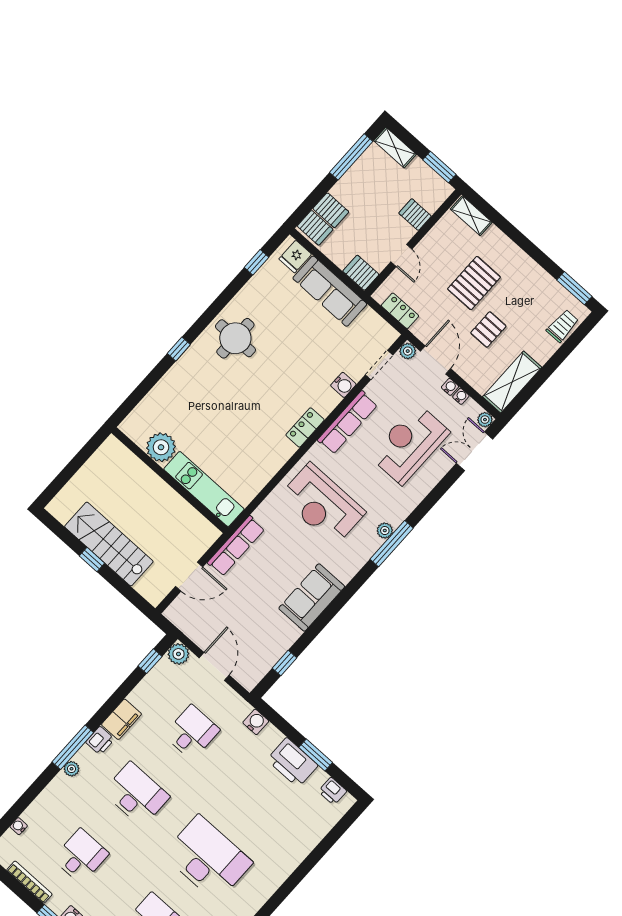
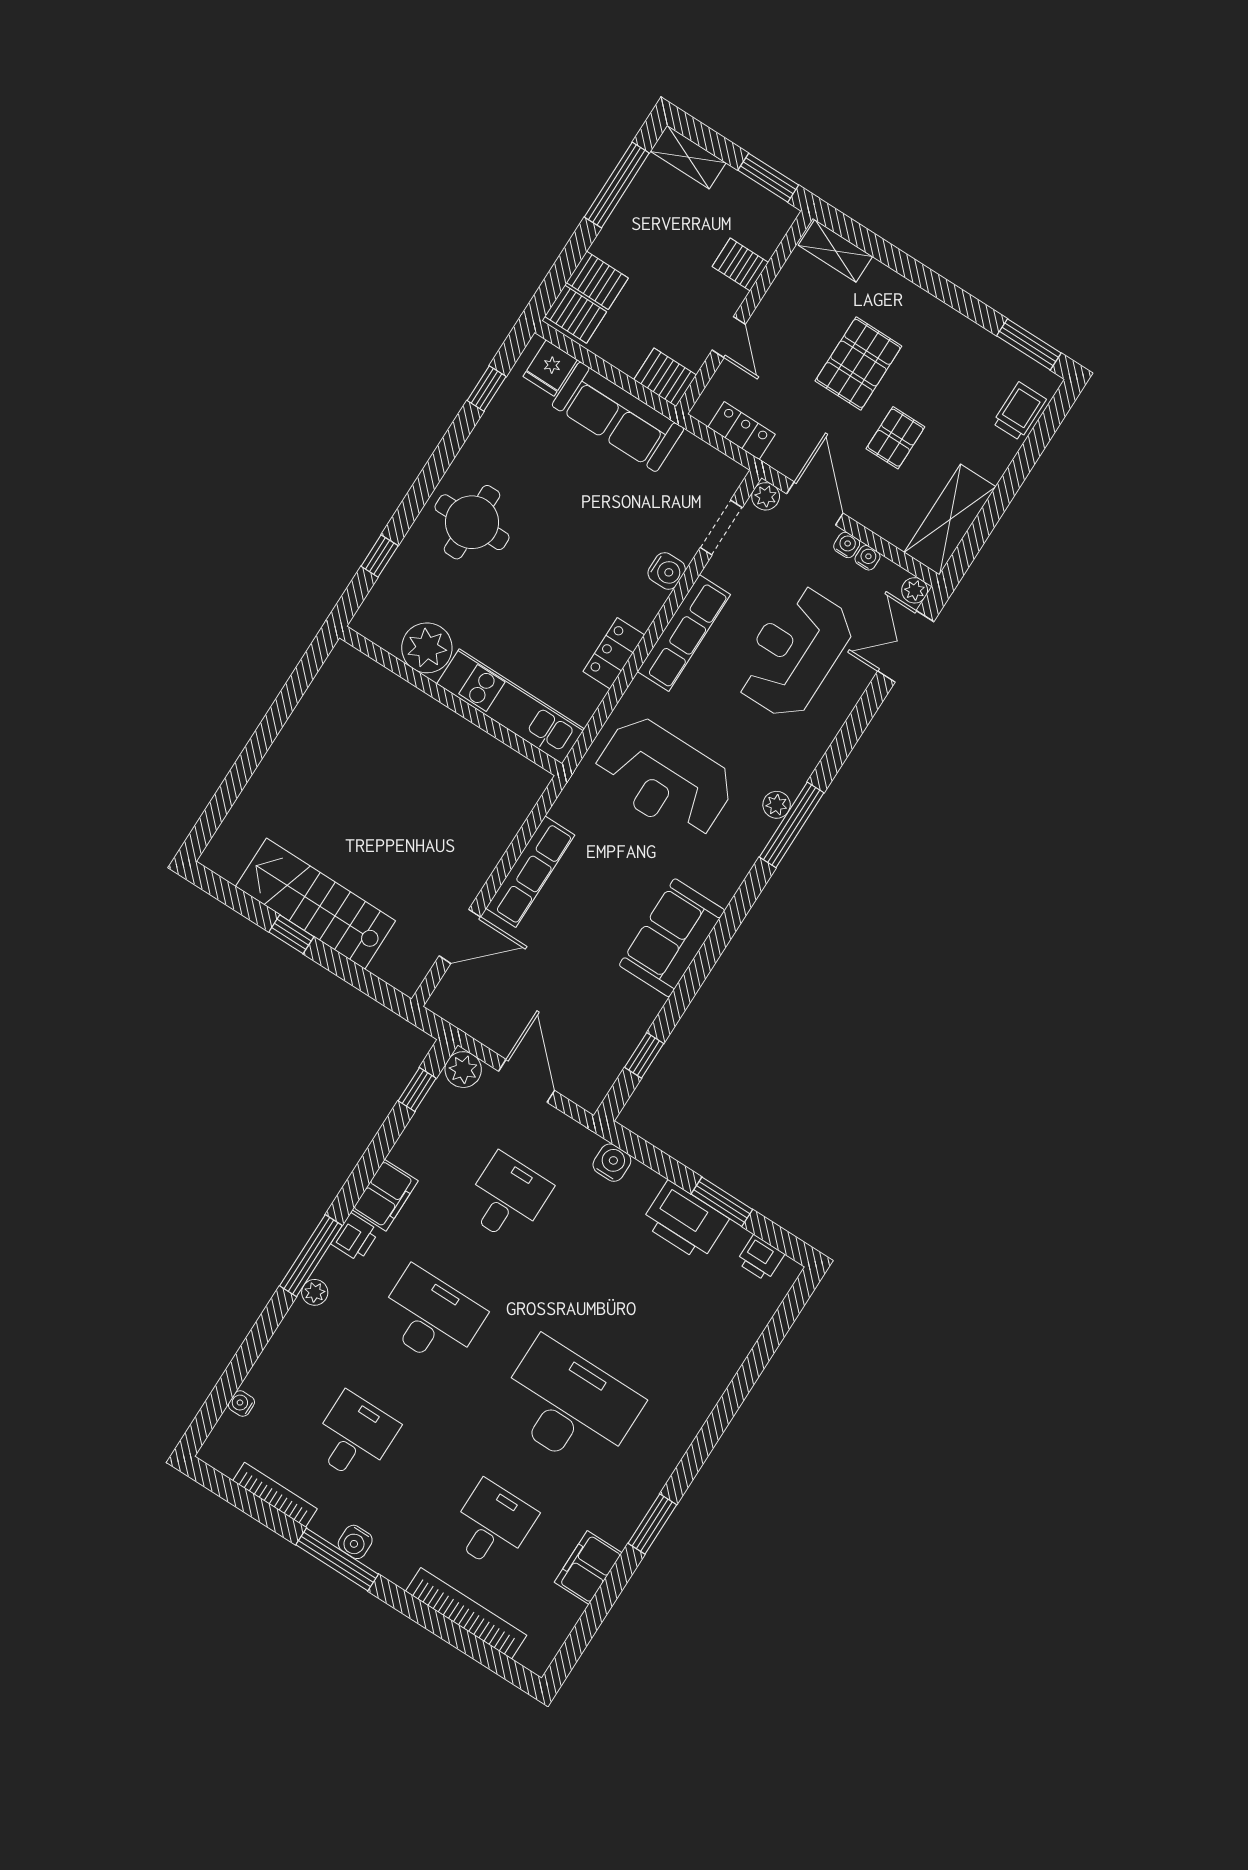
plant: (161, 447) -> (427, 648), moved
wall: (170, 480) -> (451, 701), moved
kitchen unit: (204, 489) -> (511, 706), moved

